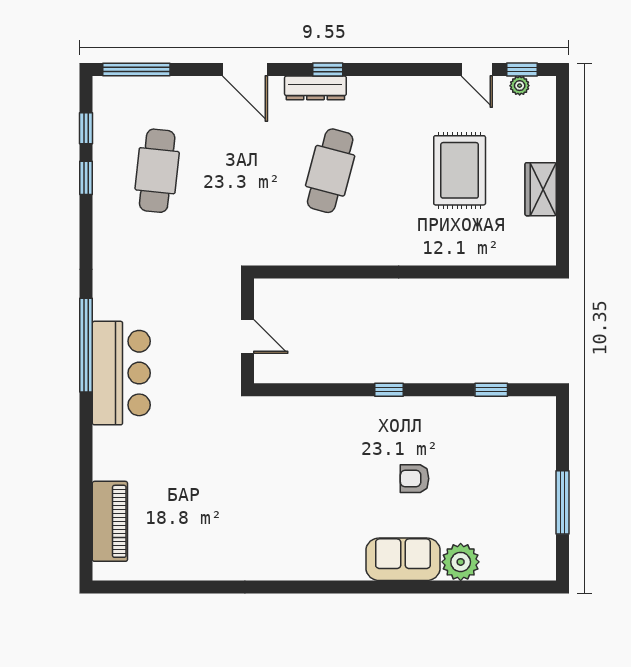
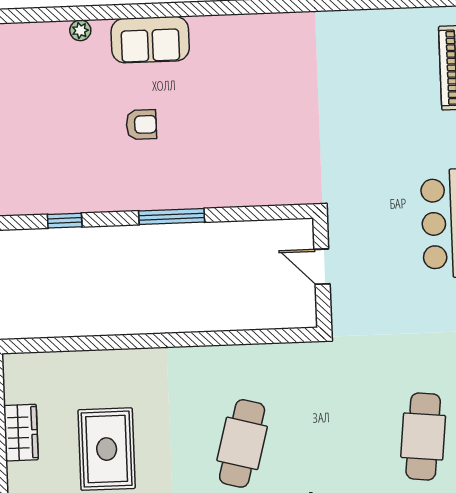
window: (389, 390) -> (172, 217), width x2.17
plant: (461, 562) -> (80, 30), width x0.53, depth x0.53

